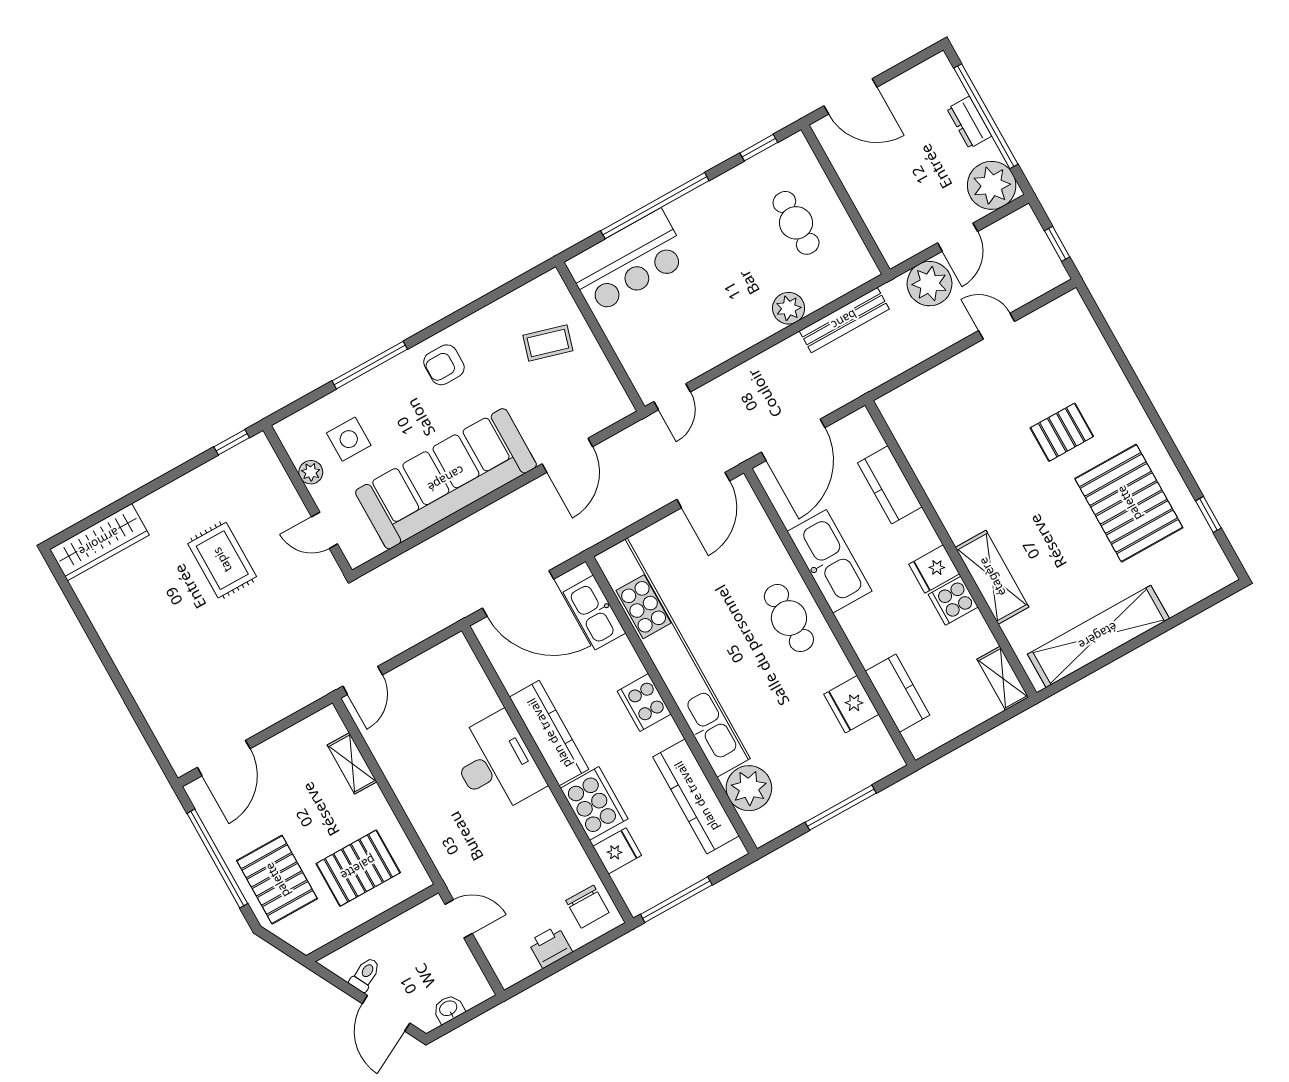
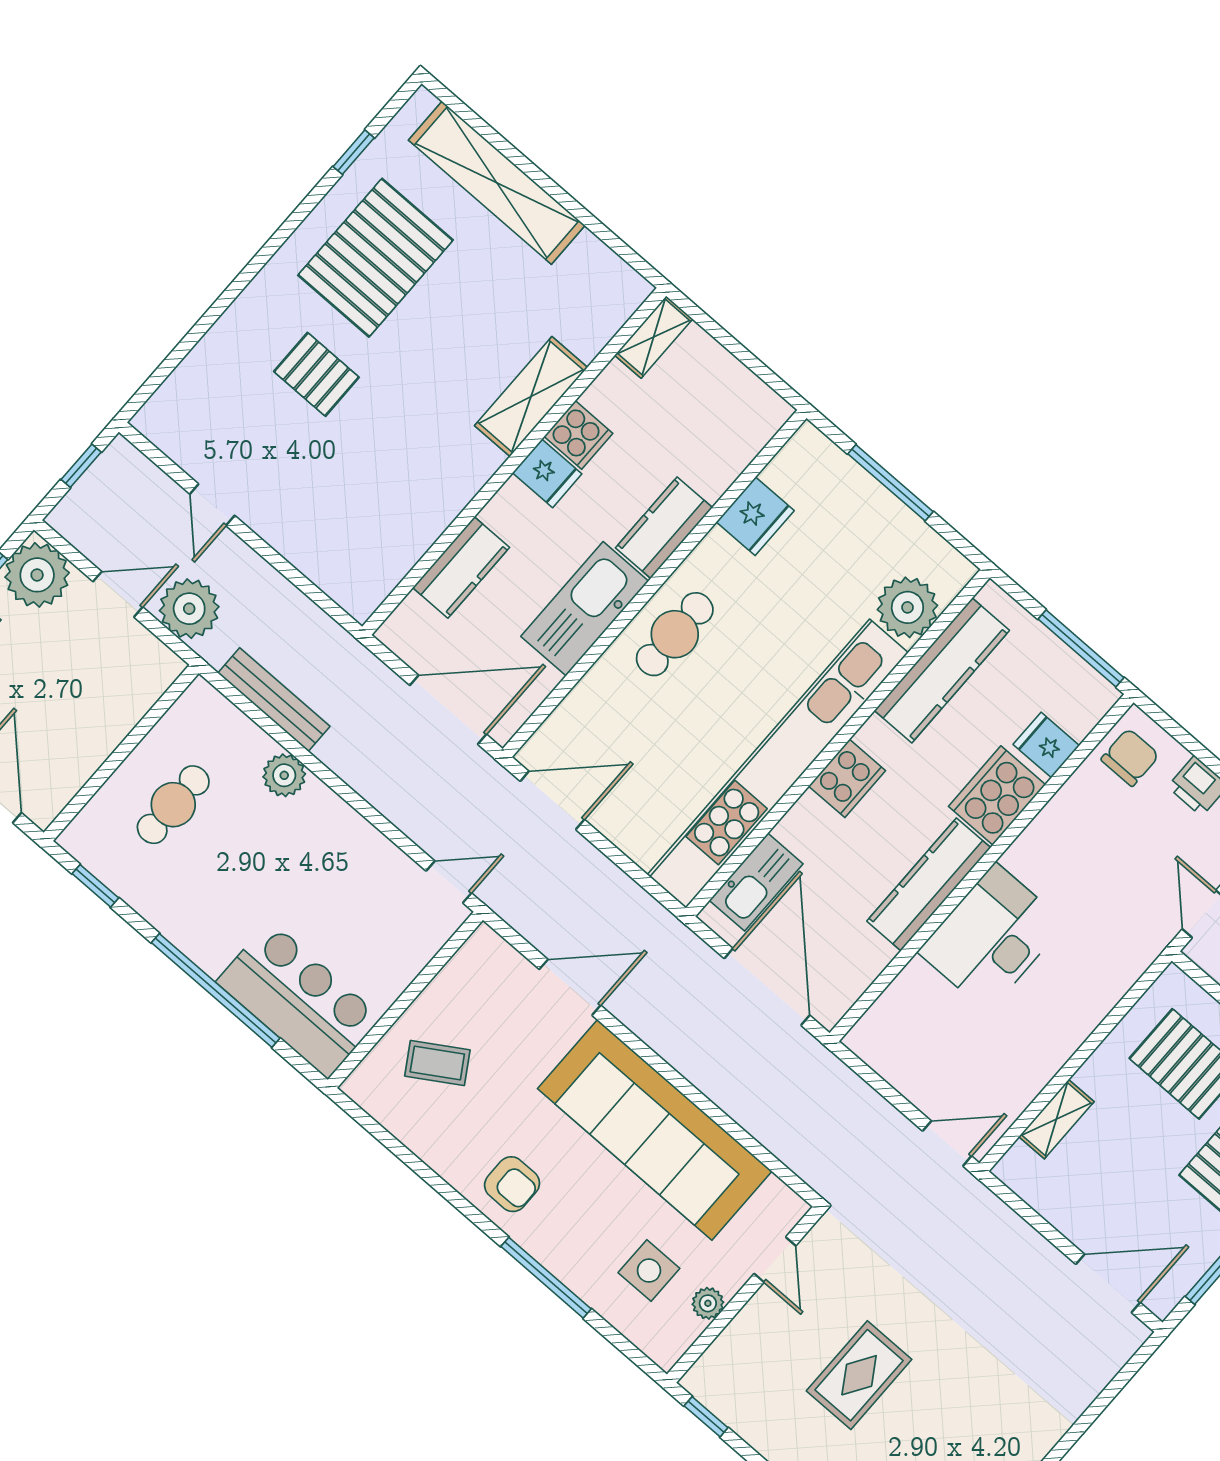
coffee table: (548, 343) -> (437, 1063), turned -48
shelving: (1098, 636) -> (497, 183), moved
kitchen counter: (898, 693) -> (664, 528), moved

